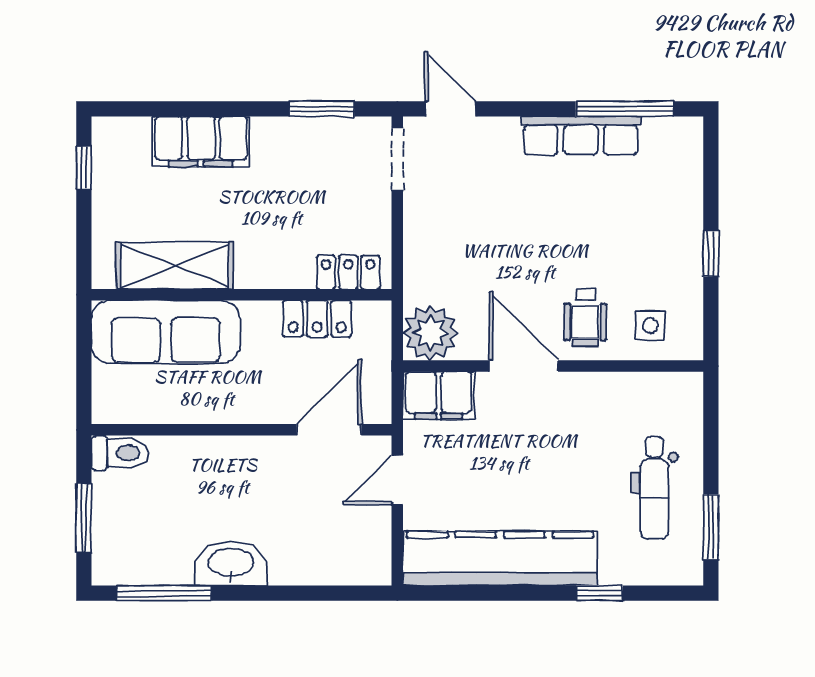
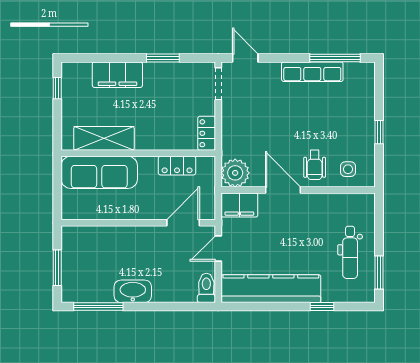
window: (322, 109) -> (163, 58), moved
locker: (348, 272) -> (207, 133), moved, turned -90
toilet: (120, 453) -> (206, 288), moved, turned -90

